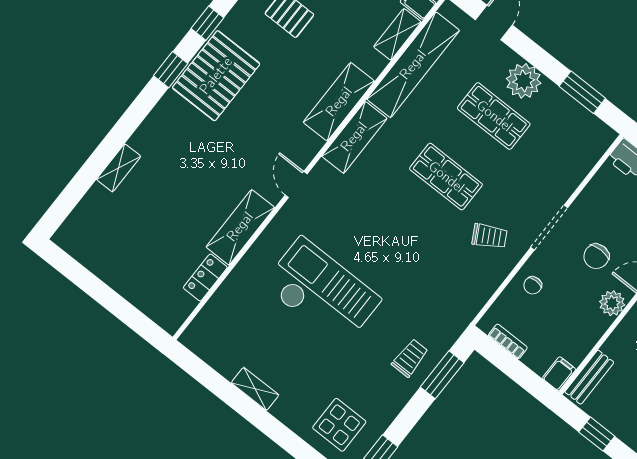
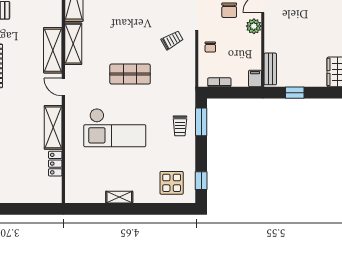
shelving: (339, 102) -> (53, 50), moved
shop shelf: (446, 177) -> (130, 74), moved
checkout: (322, 292) -> (115, 128), turned 180
trolley: (410, 358) -> (180, 126), turned 180

